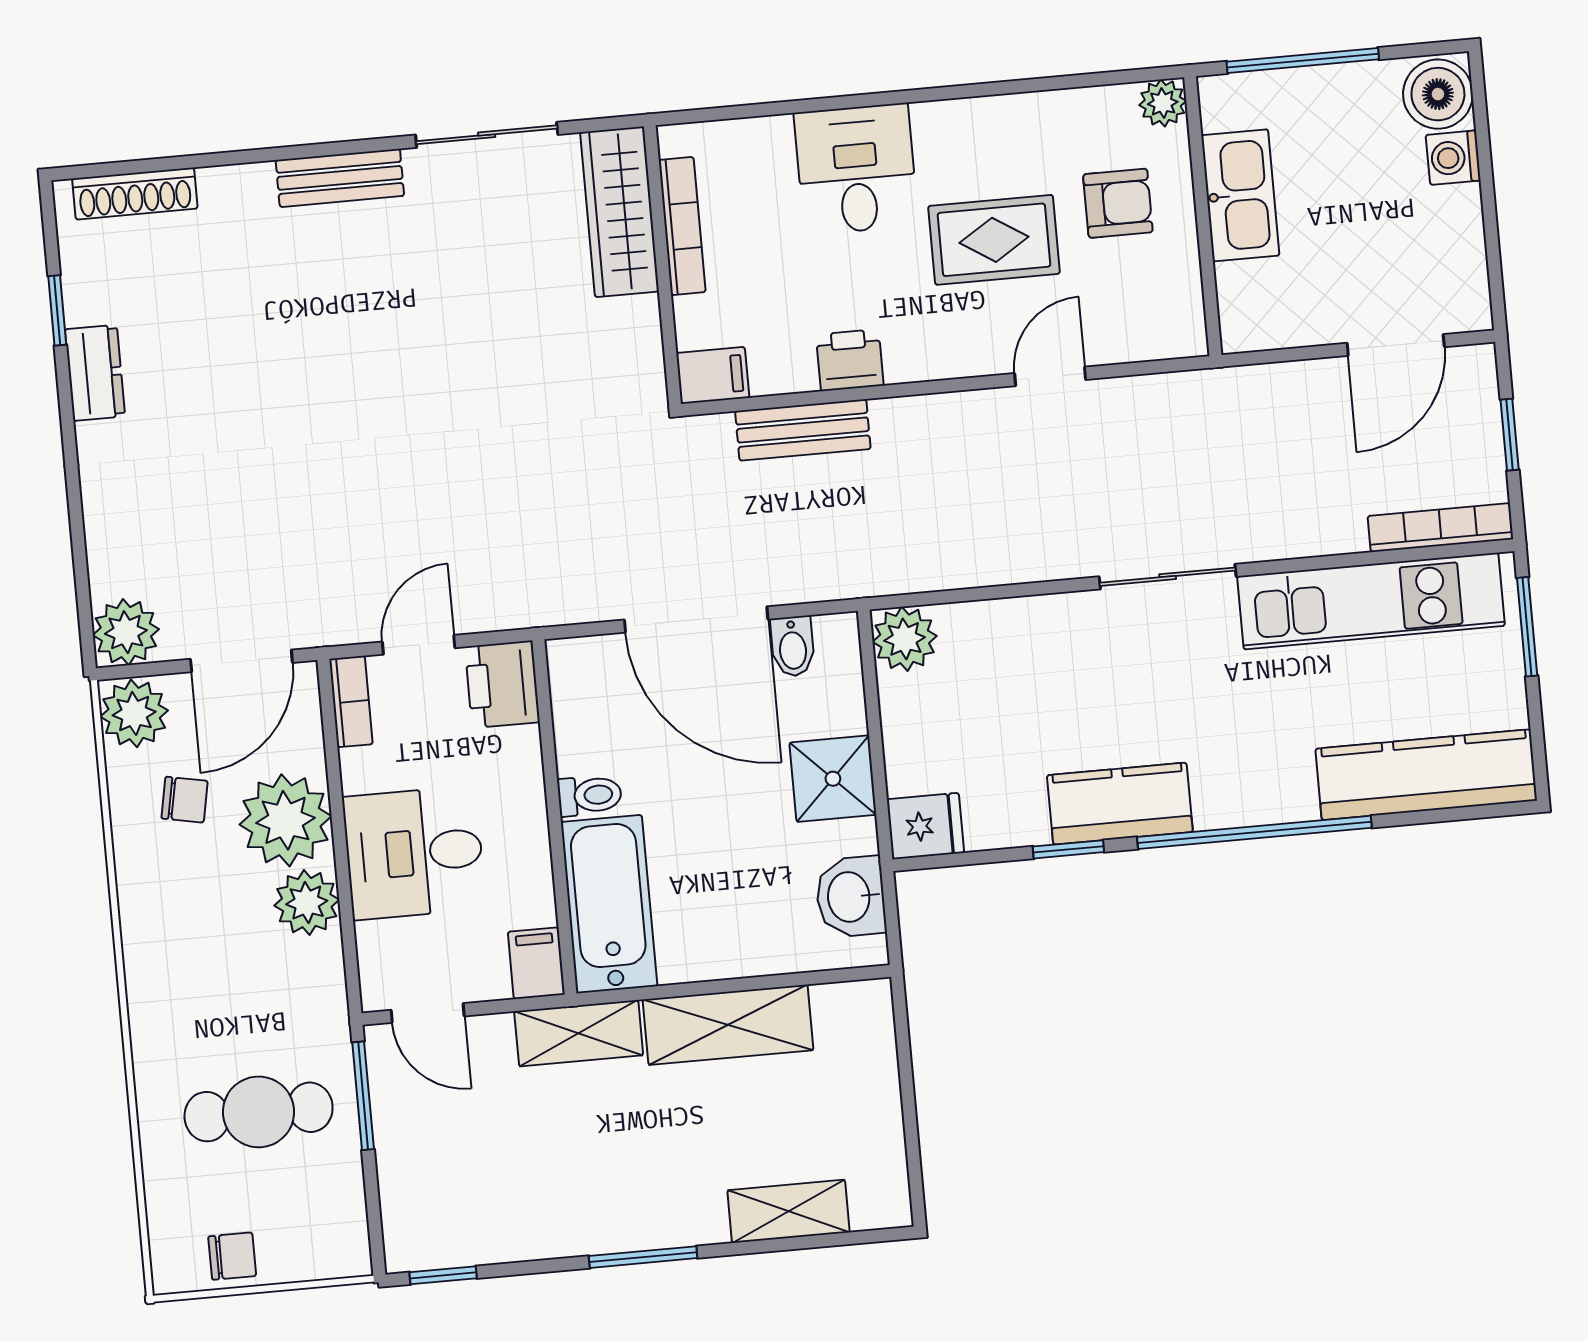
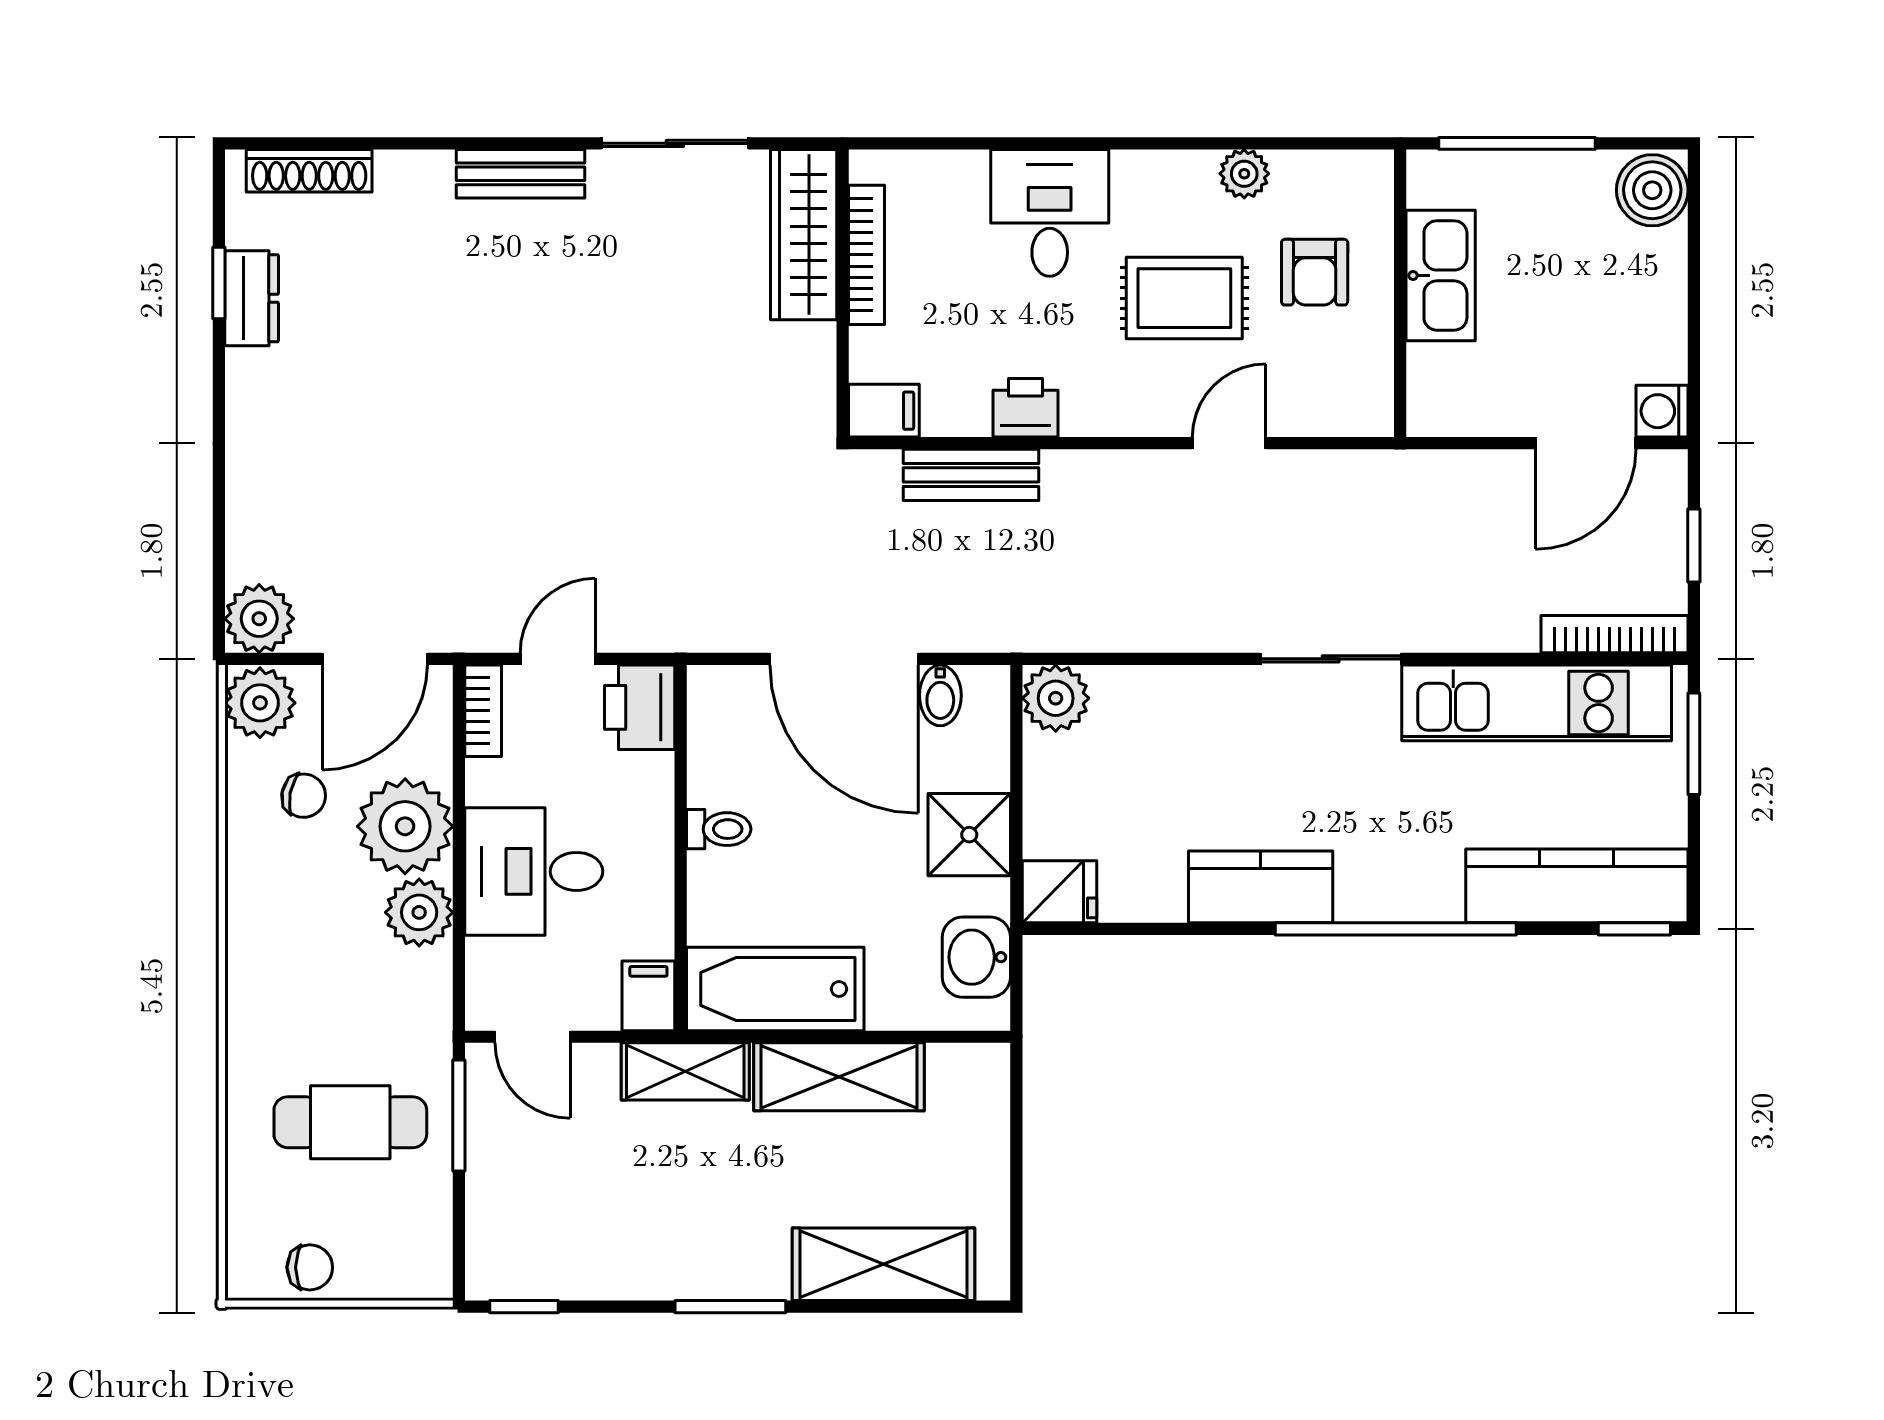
plant: (1163, 103) -> (1244, 174), moved
washing machine: (1453, 158) -> (1662, 411), moved
armchair: (1118, 203) -> (1315, 272), turned 90
dresser: (95, 373) -> (252, 298), moved
window: (1068, 849) -> (1634, 929), moved
bathtub: (609, 904) -> (775, 989), moved, turned -90
shelving: (789, 1211) -> (883, 1264), width x1.50, depth x1.33

